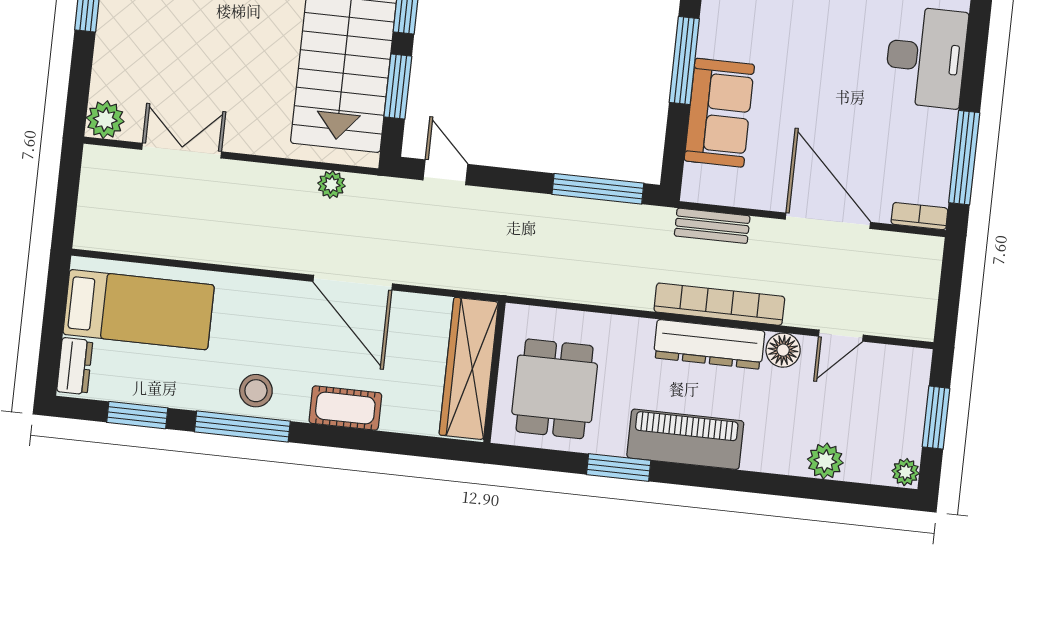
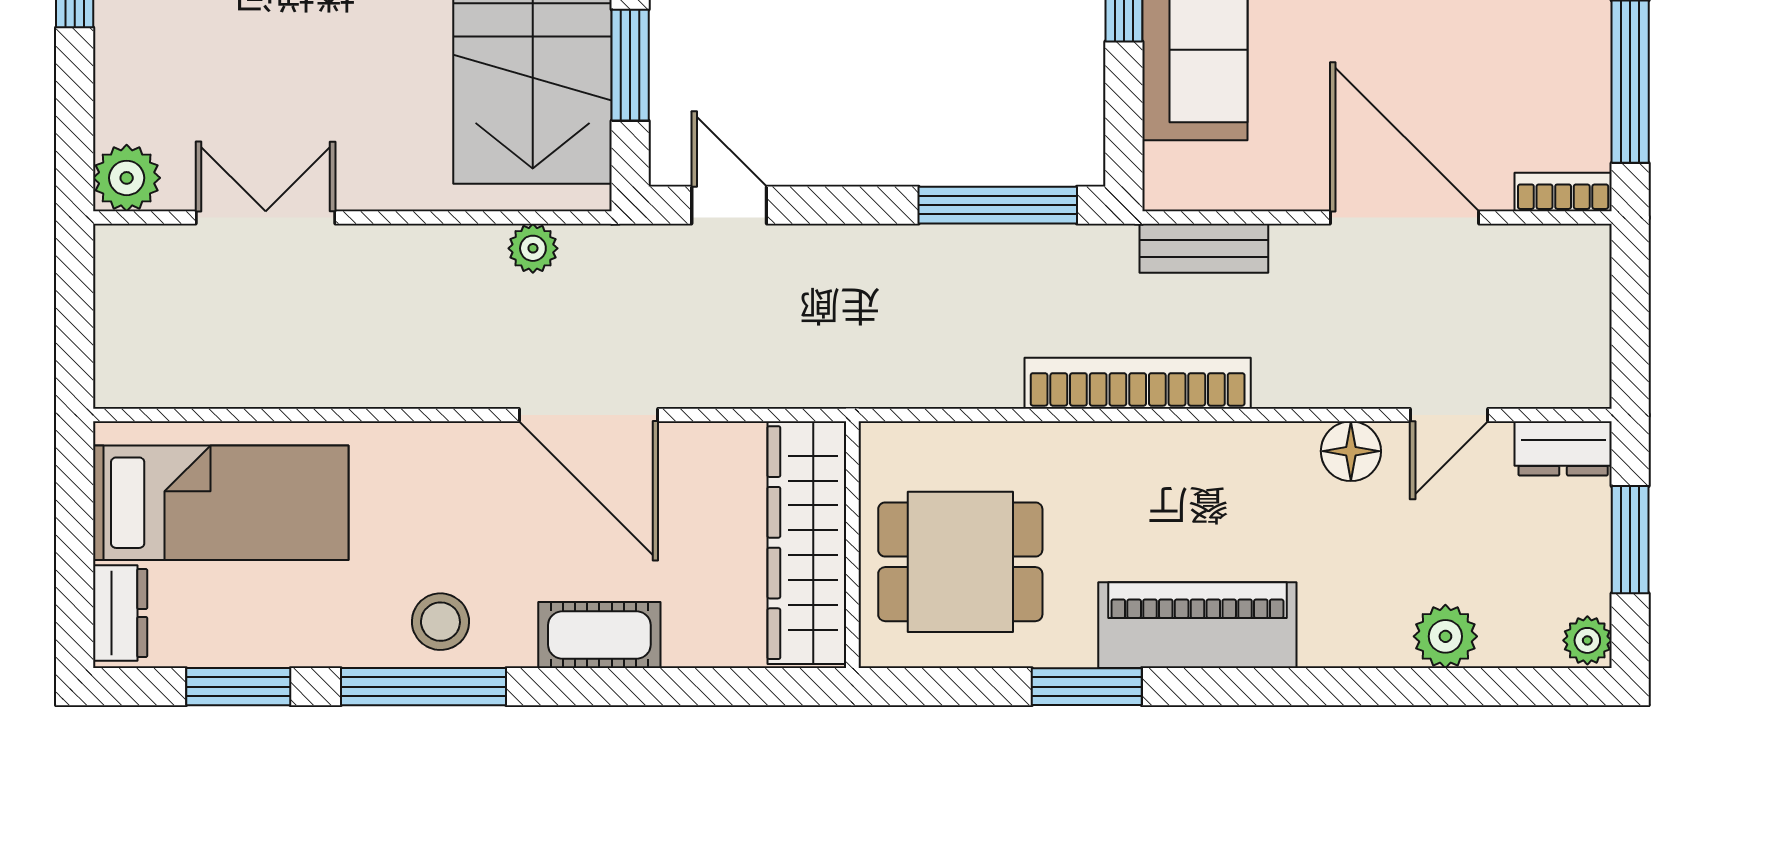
bookcase: (719, 304) -> (1138, 383), moved
dresser: (709, 344) -> (1563, 448), moved, width x0.51, depth x0.80
dining table: (555, 389) -> (960, 562), turned 90

